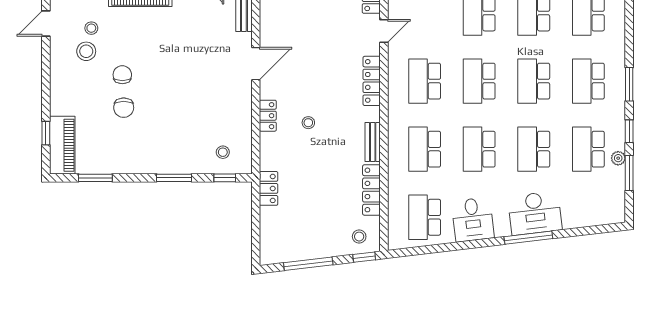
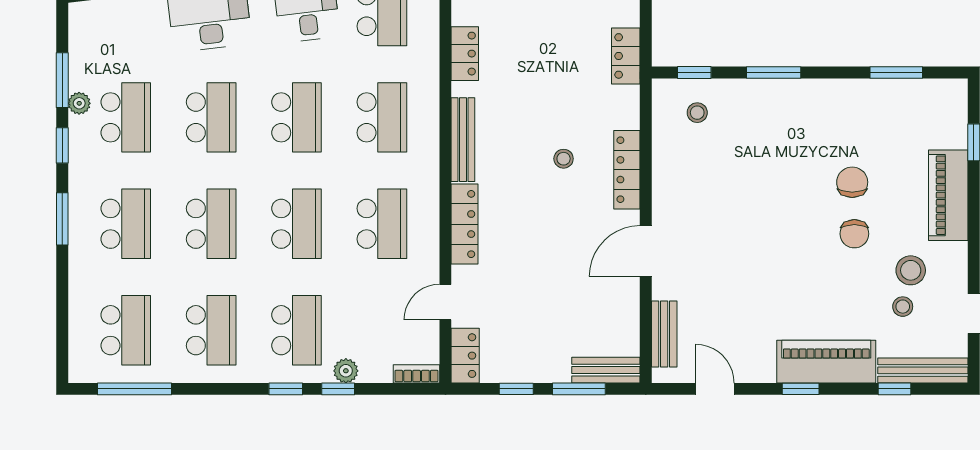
locker: (268, 116) -> (627, 170), width x1.53
bench: (373, 142) -> (463, 140), width x1.36
piano: (62, 145) -> (948, 195), moved
locker: (371, 190) -> (465, 54), width x0.66

